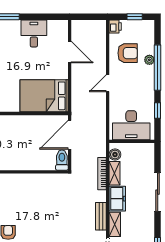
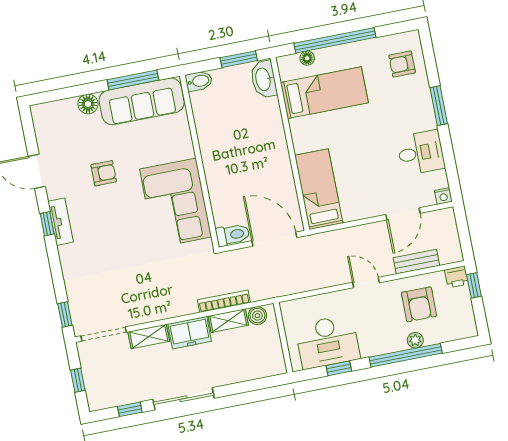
window: (135, 17) -> (474, 285), moved
nightstand: (64, 25) -> (443, 196), added
bed: (44, 96) -> (319, 189), width x0.67
desk: (131, 125) -> (327, 342), moved, turned -90
corner sofa: (35, 192) -> (176, 203), added
sliding door: (158, 192) -> (184, 399), moved
bench: (101, 216) -> (416, 262), moved

